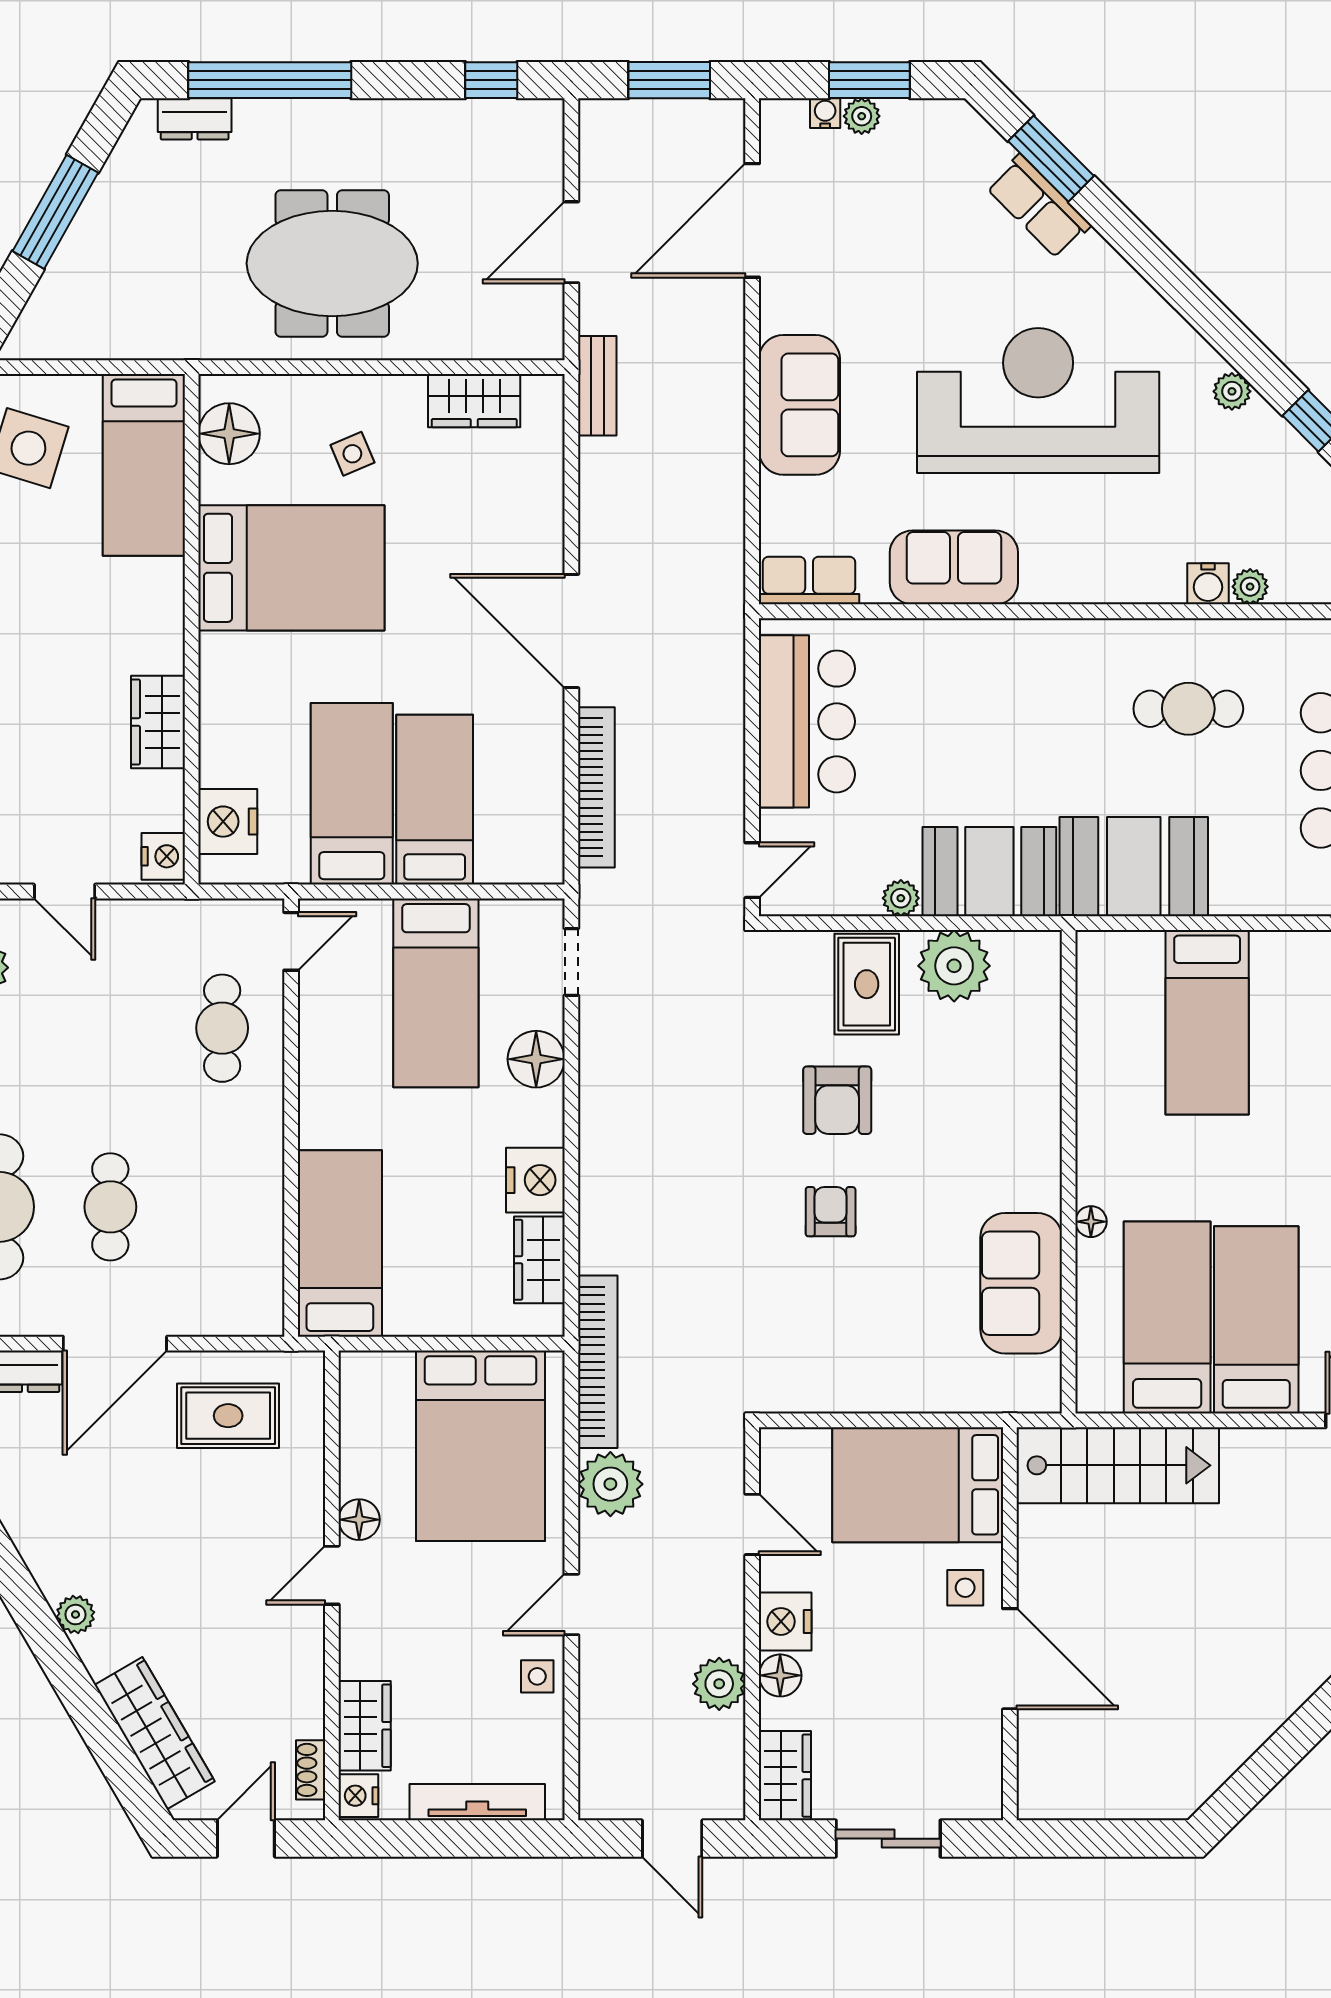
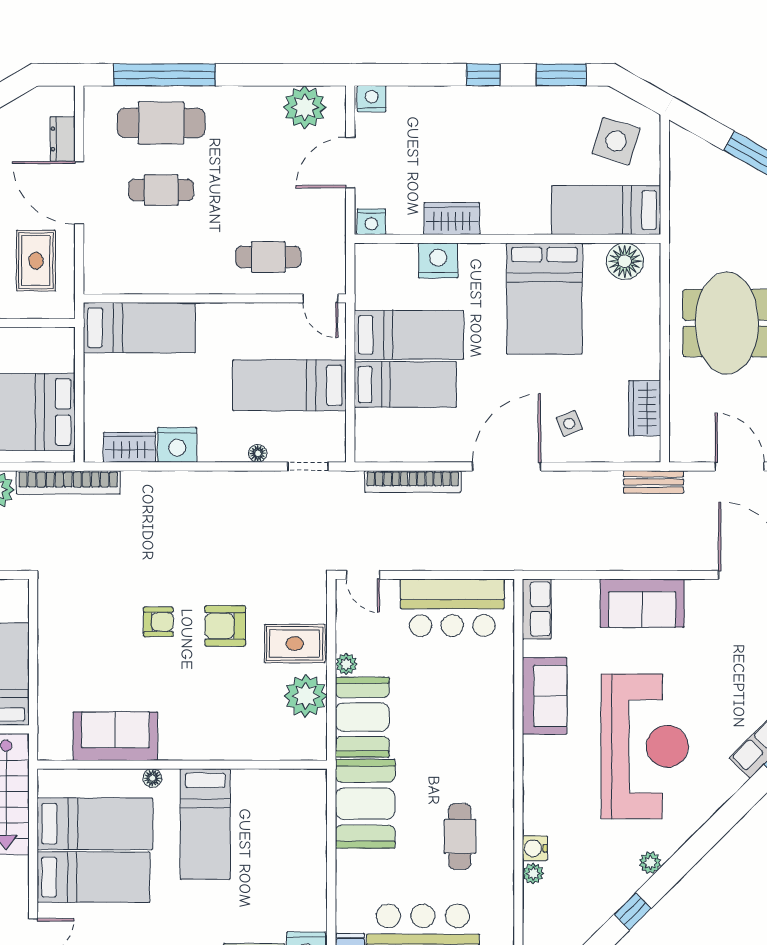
side table: (352, 454) -> (569, 424), moved
nightstand: (228, 822) -> (438, 260), moved
door: (65, 891) -> (350, 163), width x1.38
bed: (1207, 1022) -> (205, 824), moved, turned -90
floor lamp: (536, 1059) -> (258, 453), width x0.53, depth x0.53

